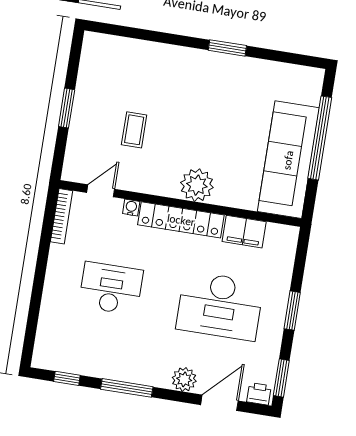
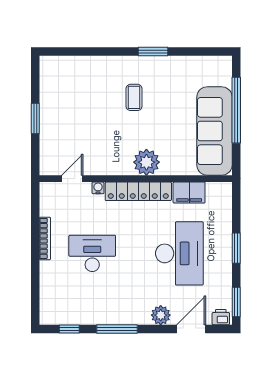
coffee table: (134, 130) -> (134, 97), moved
bookcase: (62, 216) -> (45, 238), moved
desk: (220, 306) -> (179, 253), turned -90

